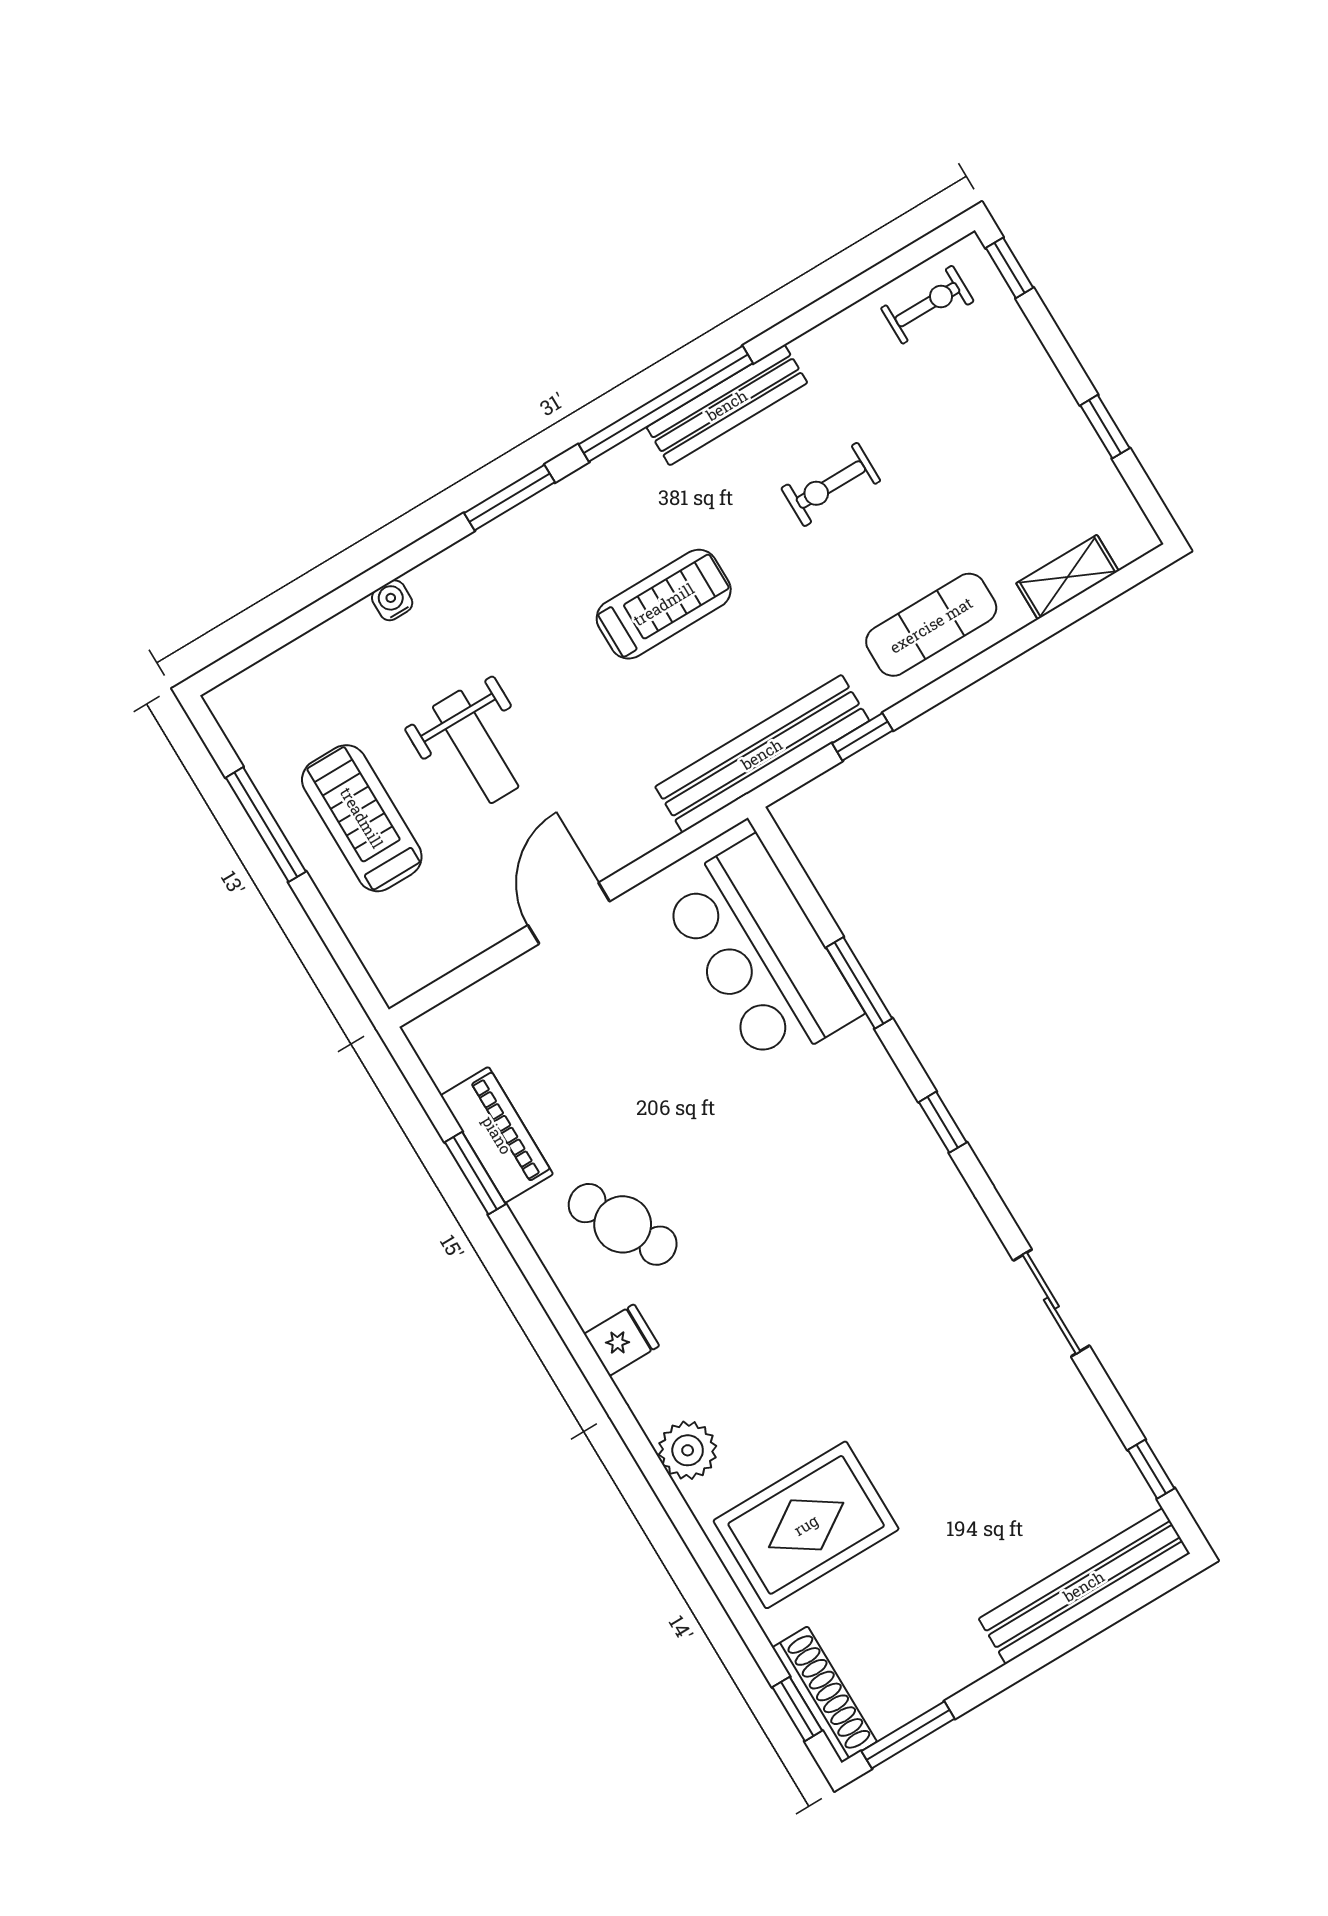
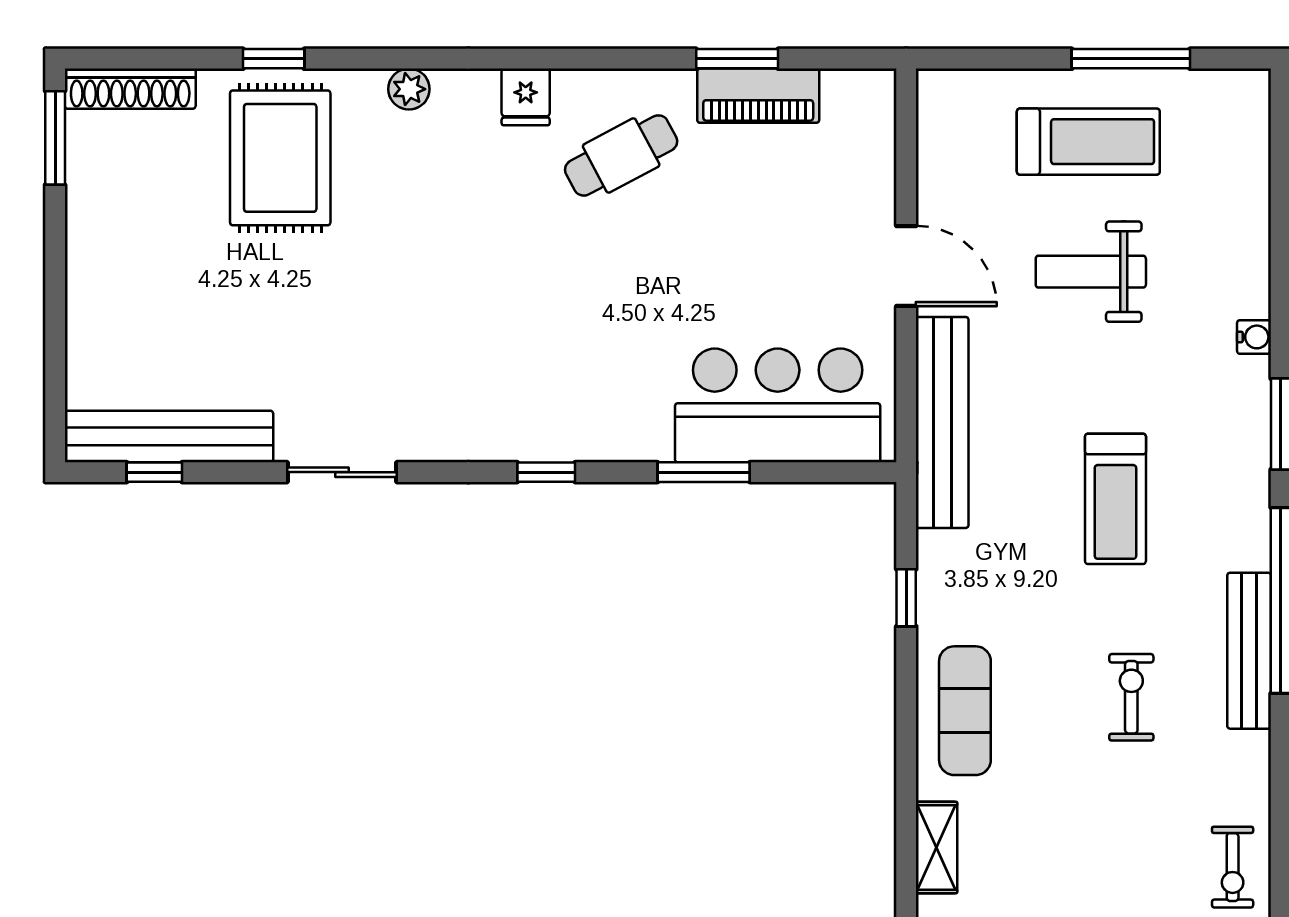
water cooler: (392, 600) -> (1254, 337), moved
bench: (762, 754) -> (942, 422), moved
plant: (688, 1450) -> (409, 89), width x0.73, depth x0.73
bench: (1084, 1586) -> (169, 437), moved, turned 90
window: (797, 1709) -> (274, 59), moved

